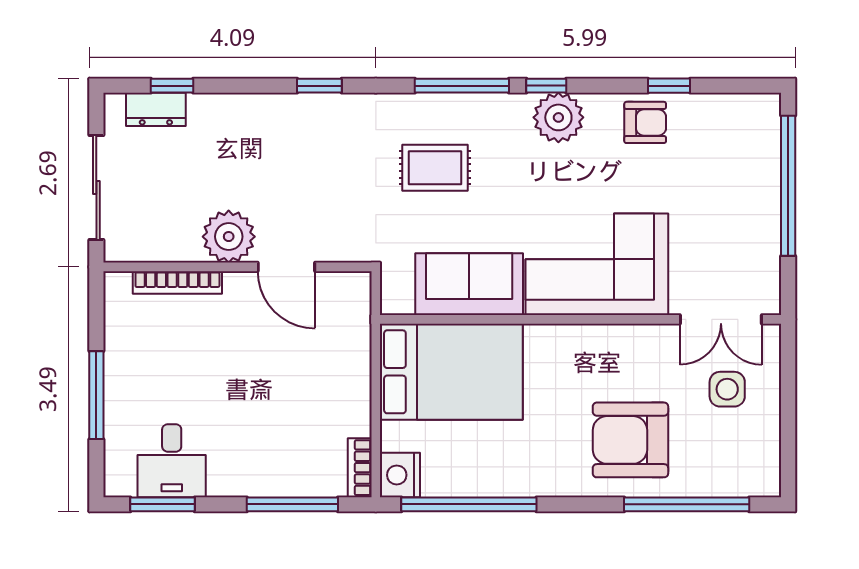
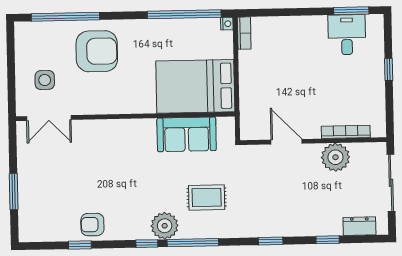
window: (172, 86) -> (328, 240), moved
plant: (558, 117) -> (165, 226), moved
window: (788, 186) -> (14, 192), width x0.47
plant: (229, 237) -> (335, 157), moved
corner sofa: (597, 264) -> (117, 147), removed
double door: (721, 319) -> (49, 118), swing flipped
window: (96, 395) -> (389, 70), width x0.46
nightstand: (400, 475) -> (227, 24), width x0.53, depth x0.56
window: (292, 504) -> (281, 12), removed

